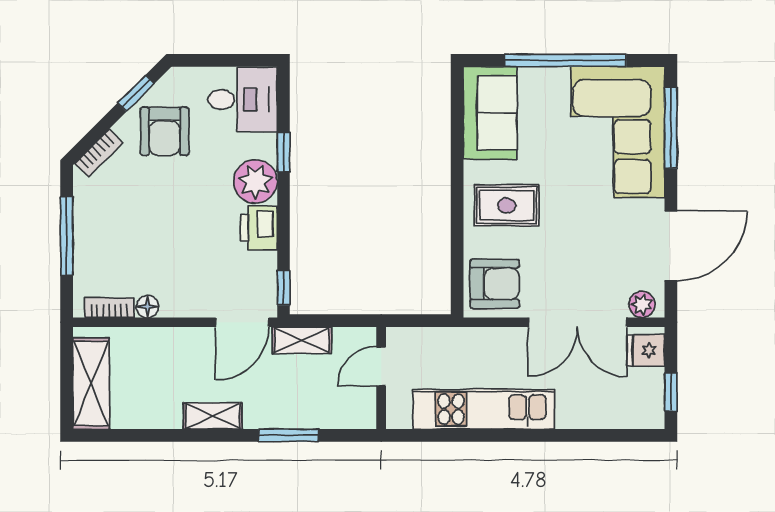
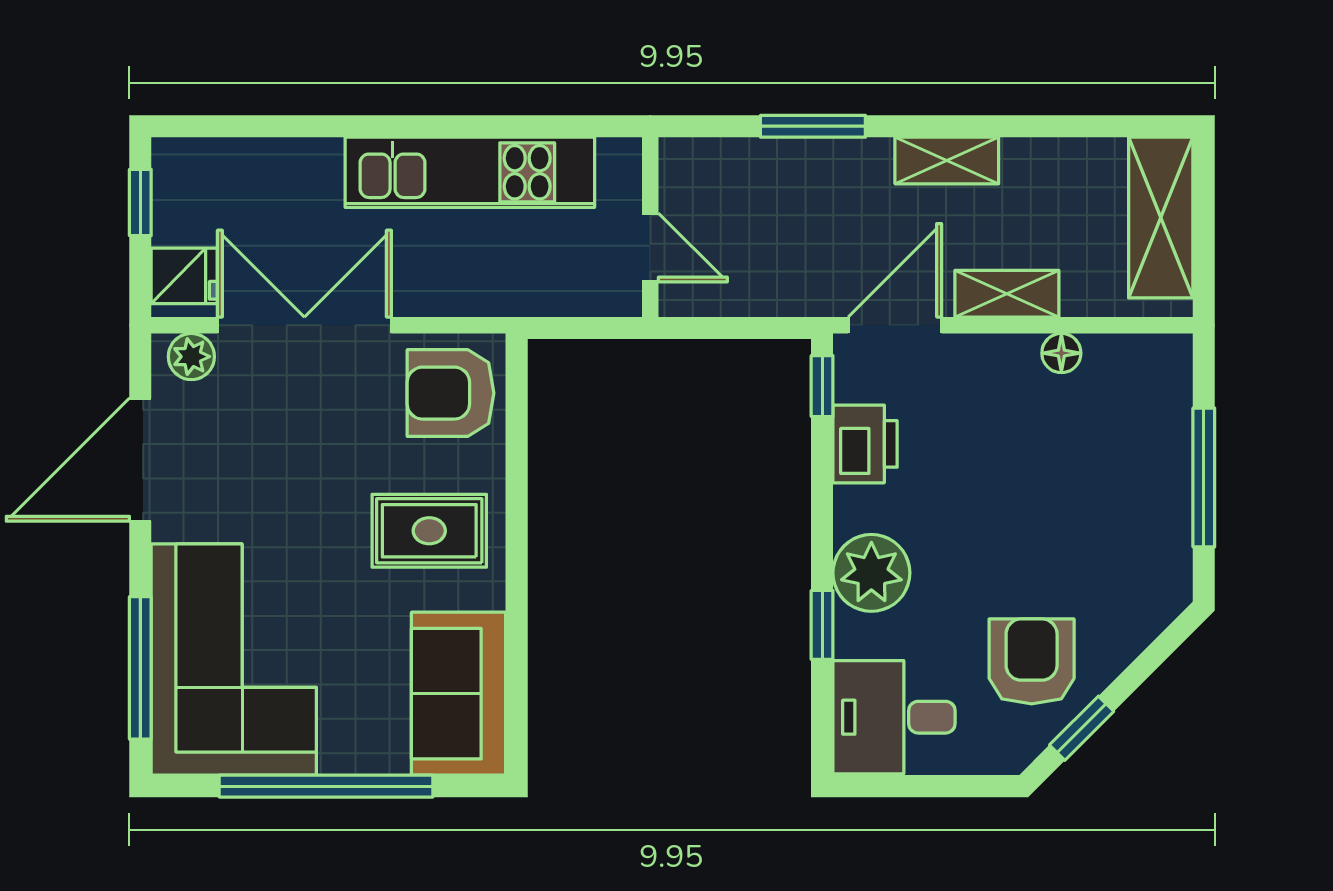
bookcase: (99, 153) -> (1147, 623), removed
printer: (259, 228) -> (865, 444), moved
bookcase: (109, 308) -> (1129, 351), removed
shelving: (302, 340) -> (1007, 294), moved
door: (381, 366) -> (650, 248), hinge flipped

